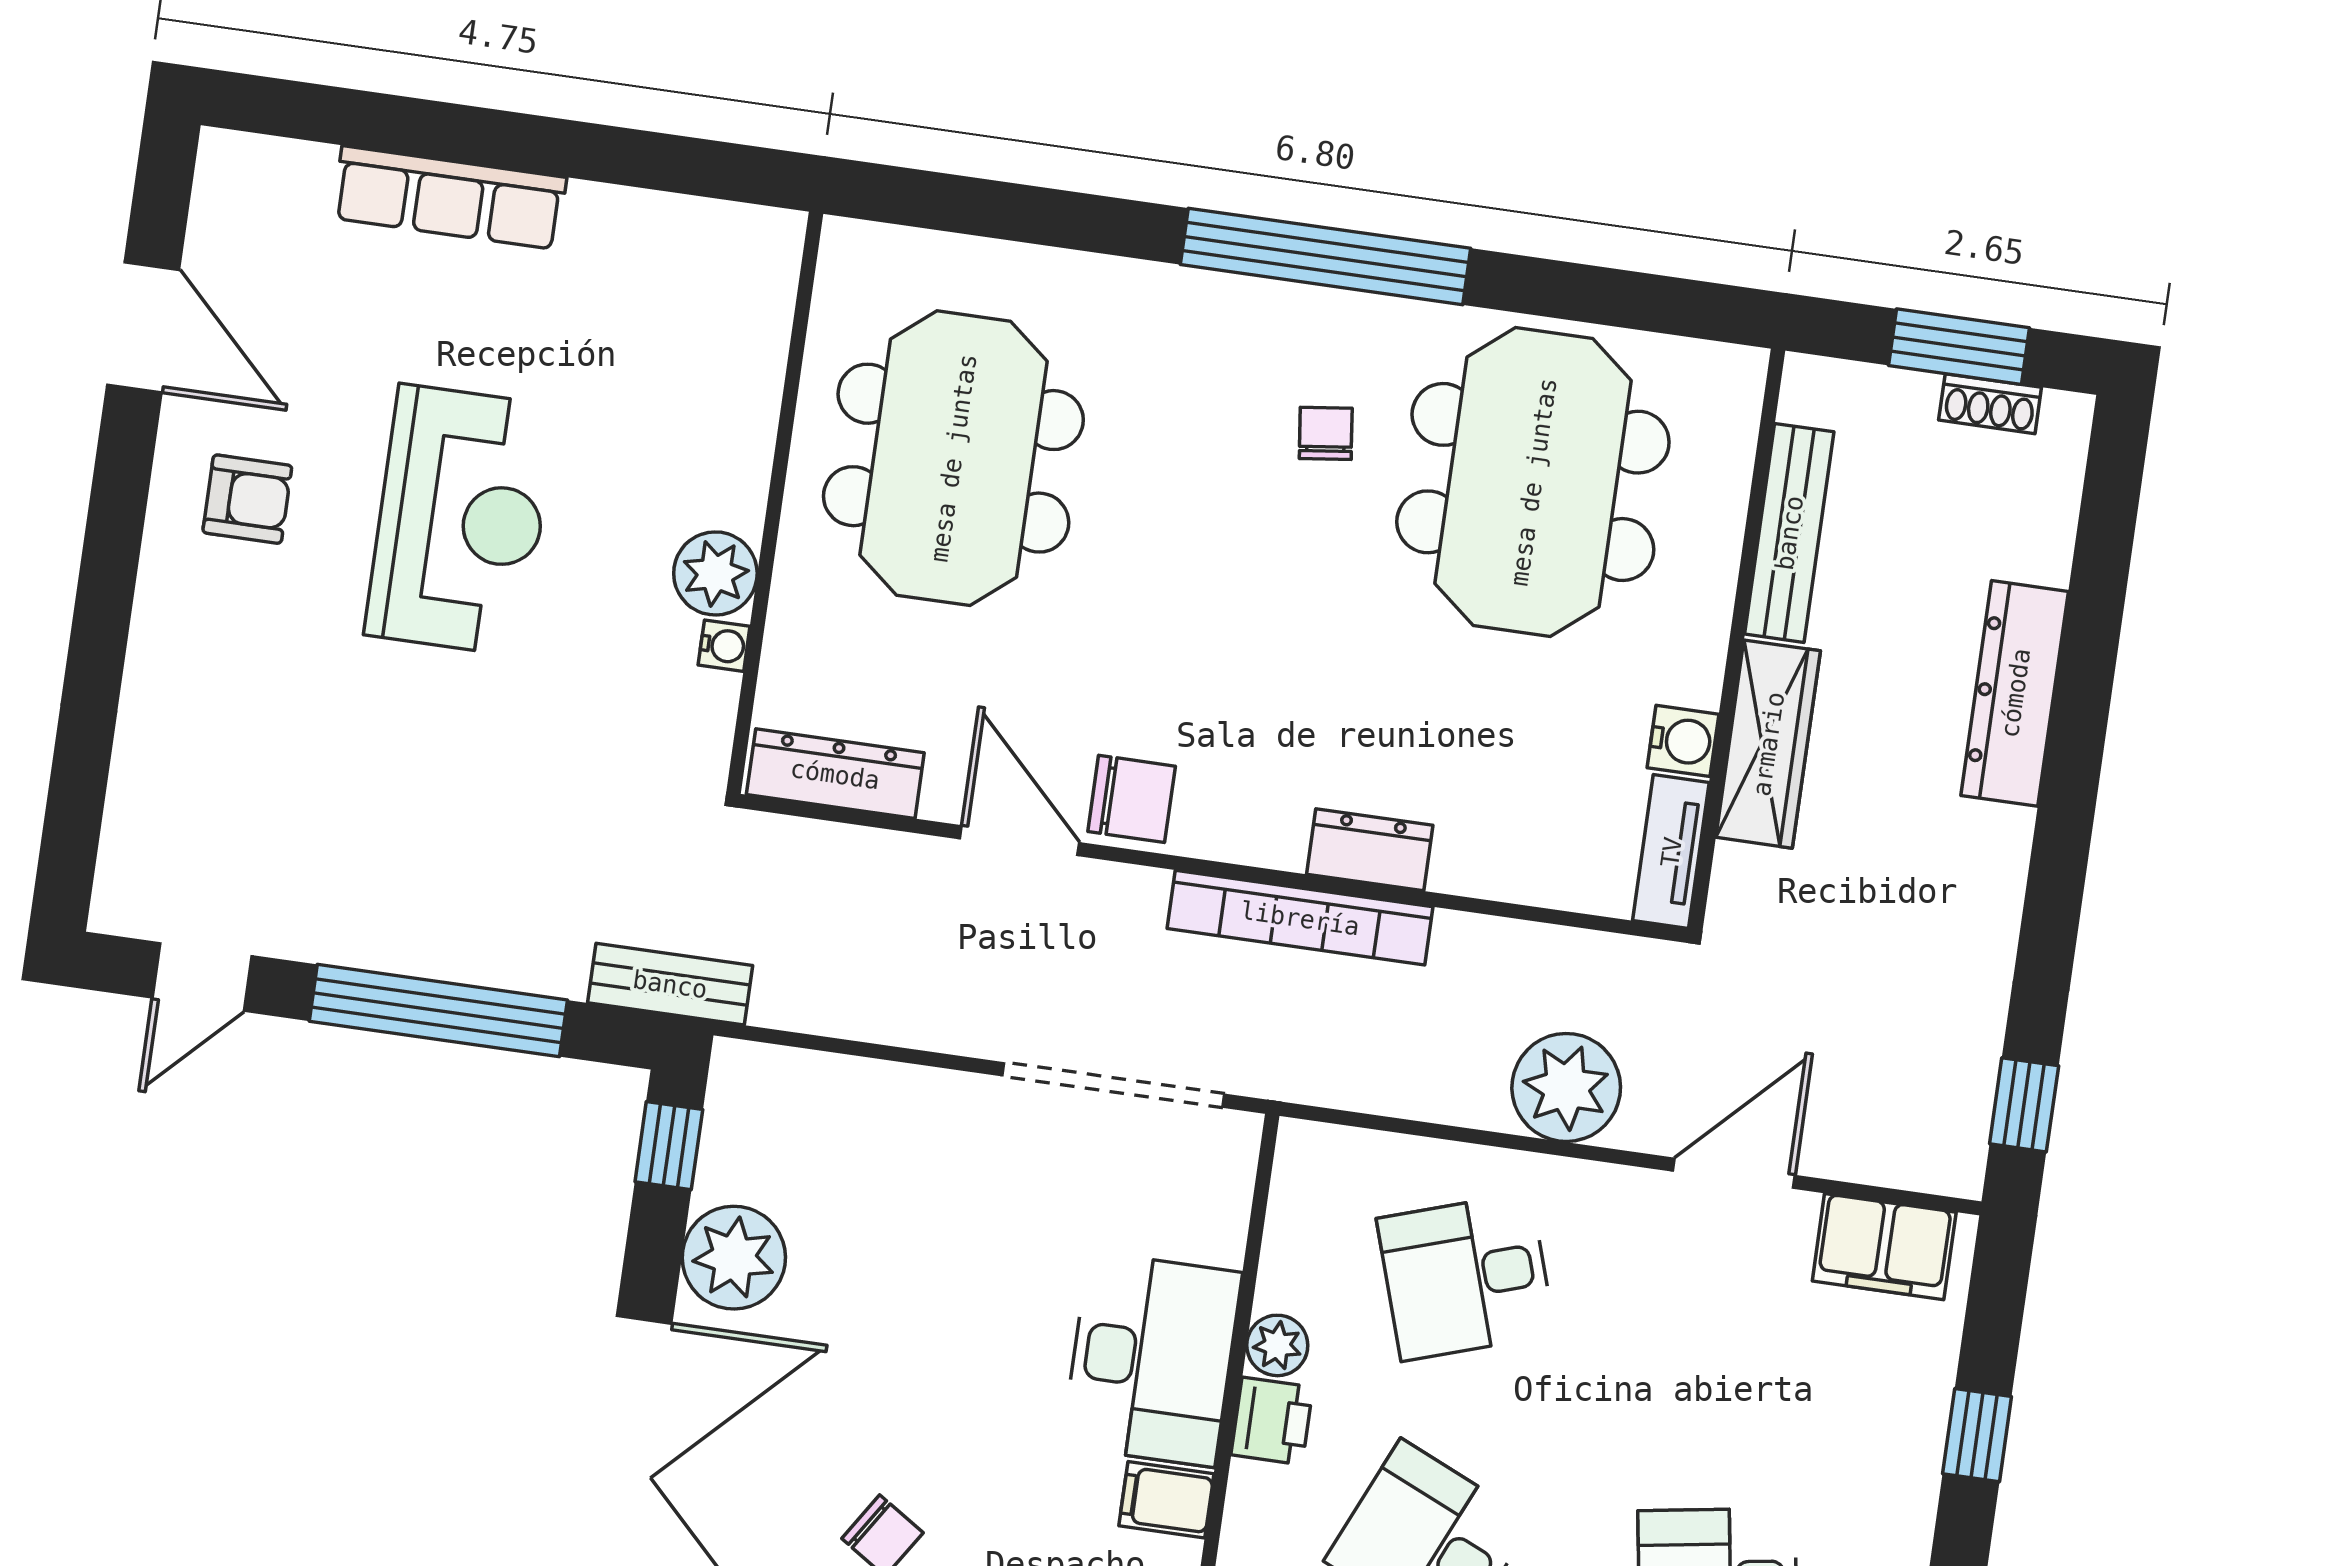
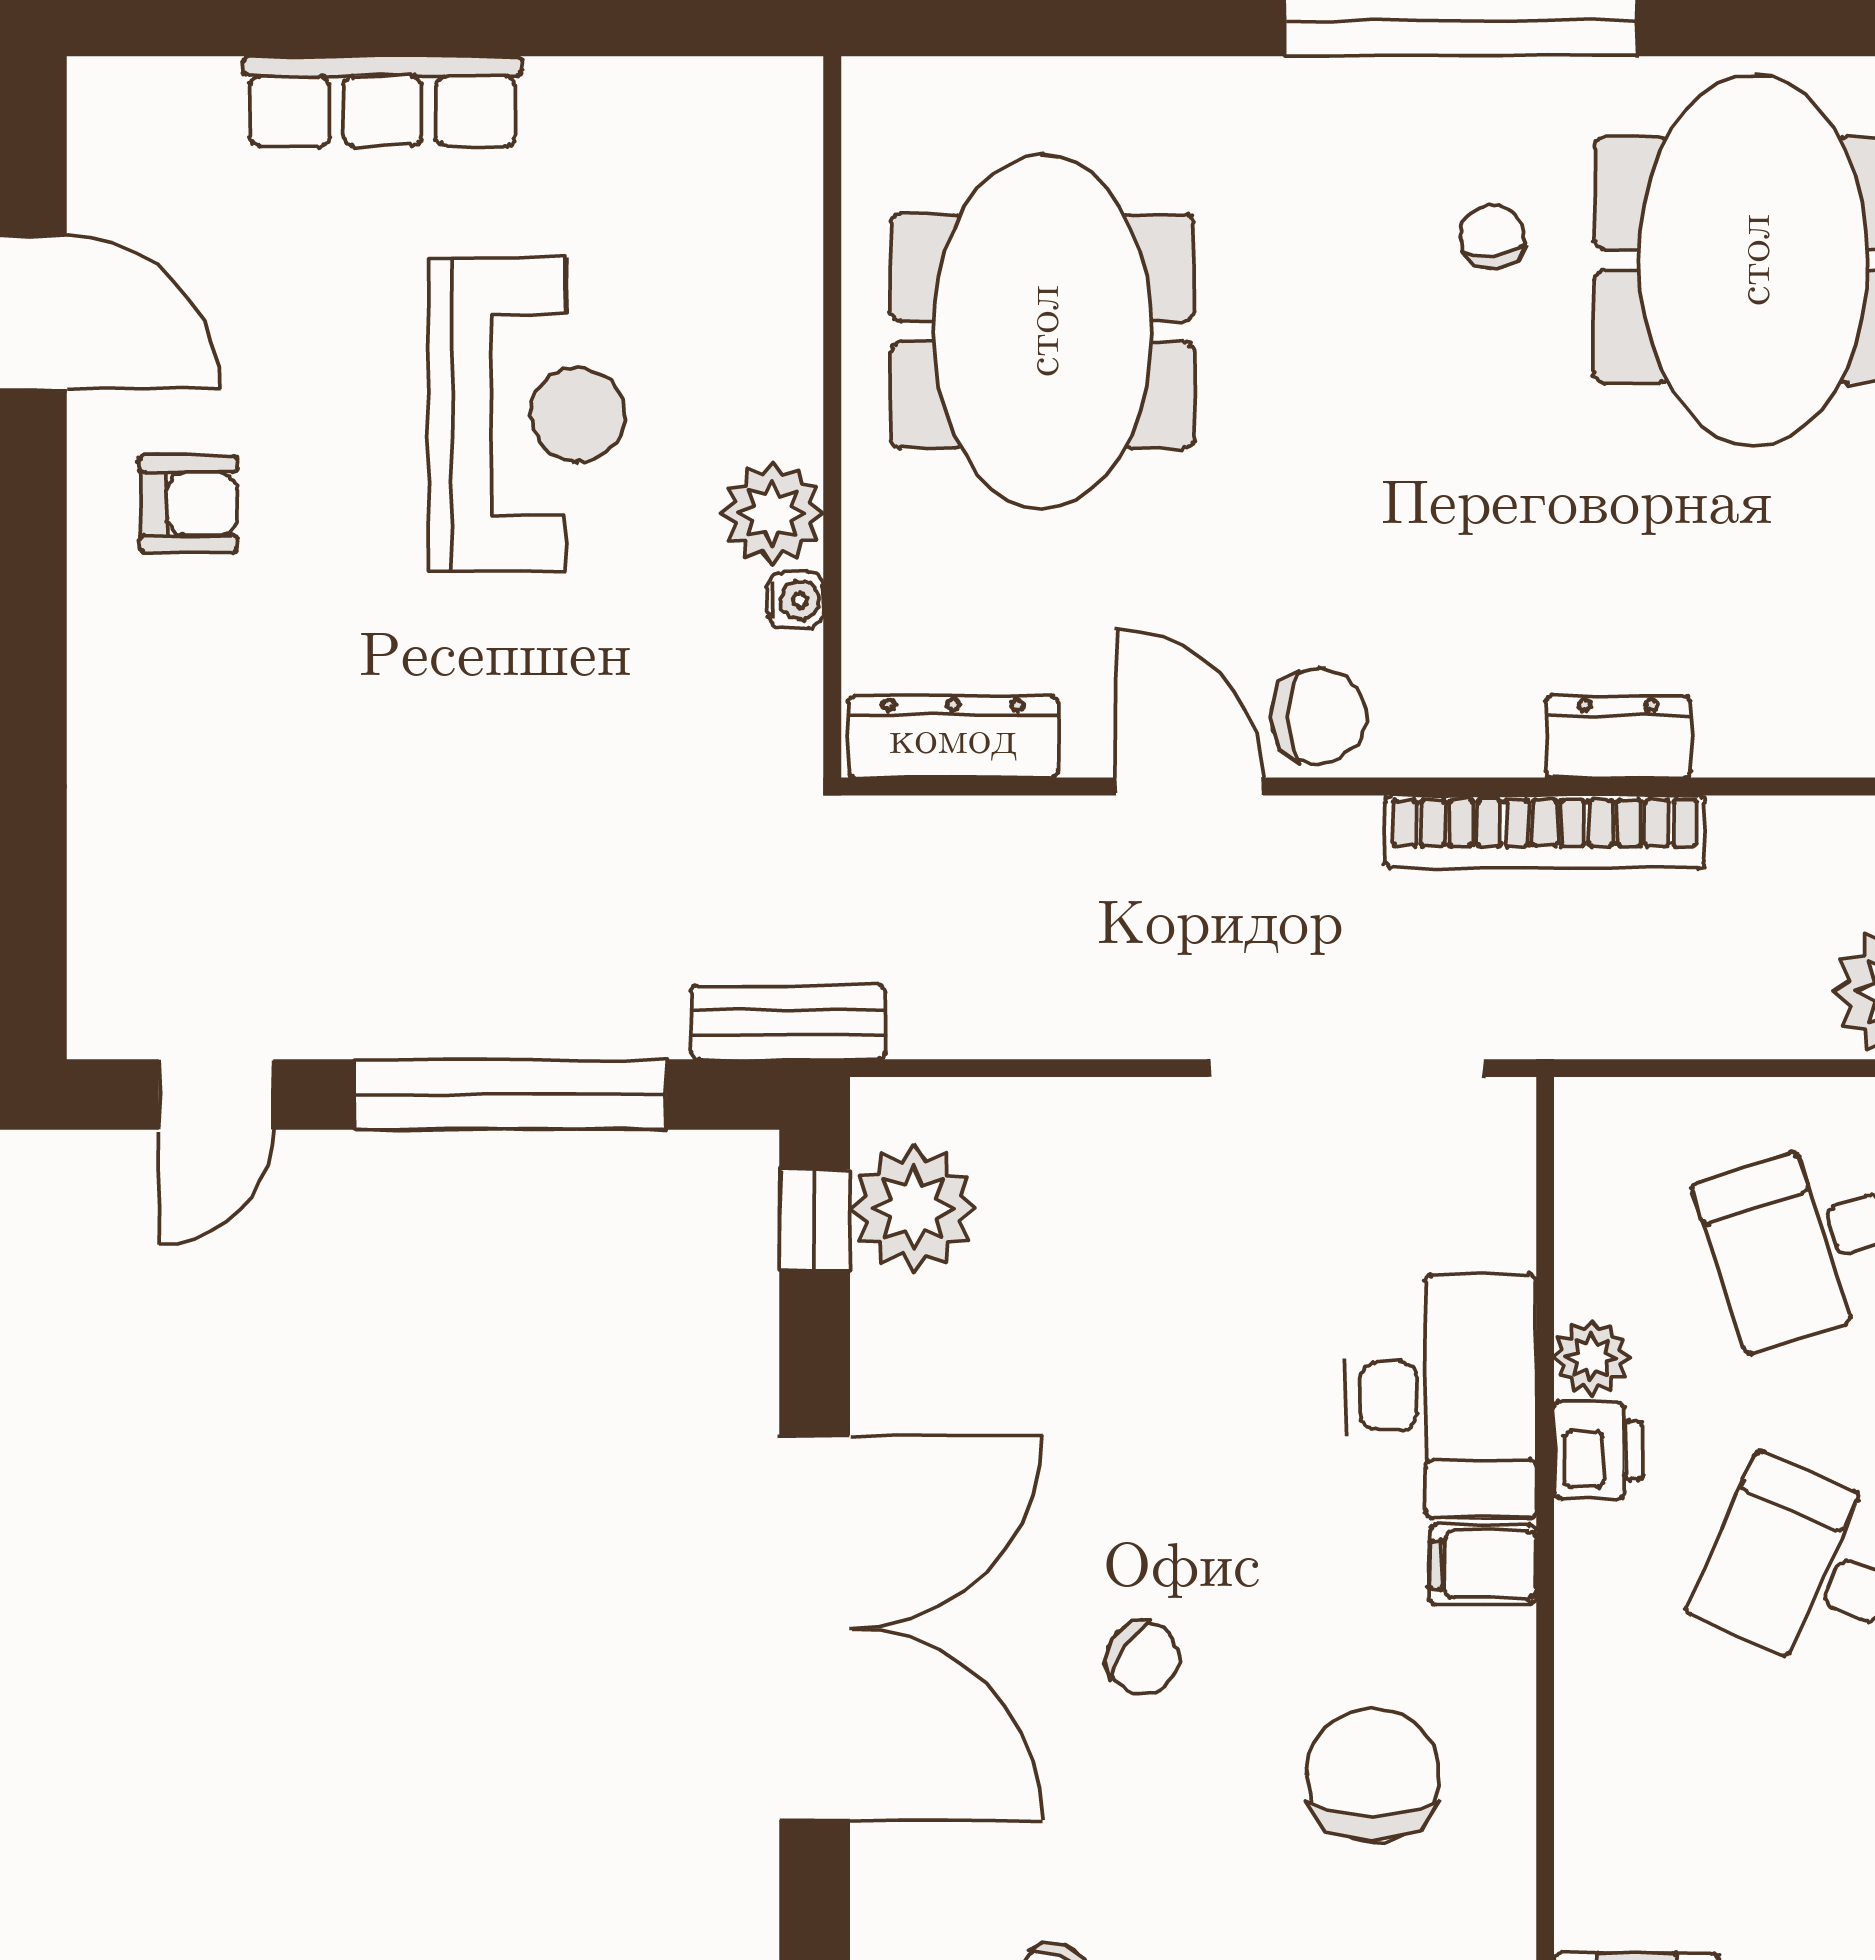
reception desk: (461, 520) -> (527, 414), moved
plant: (734, 1258) -> (913, 1208), moved

